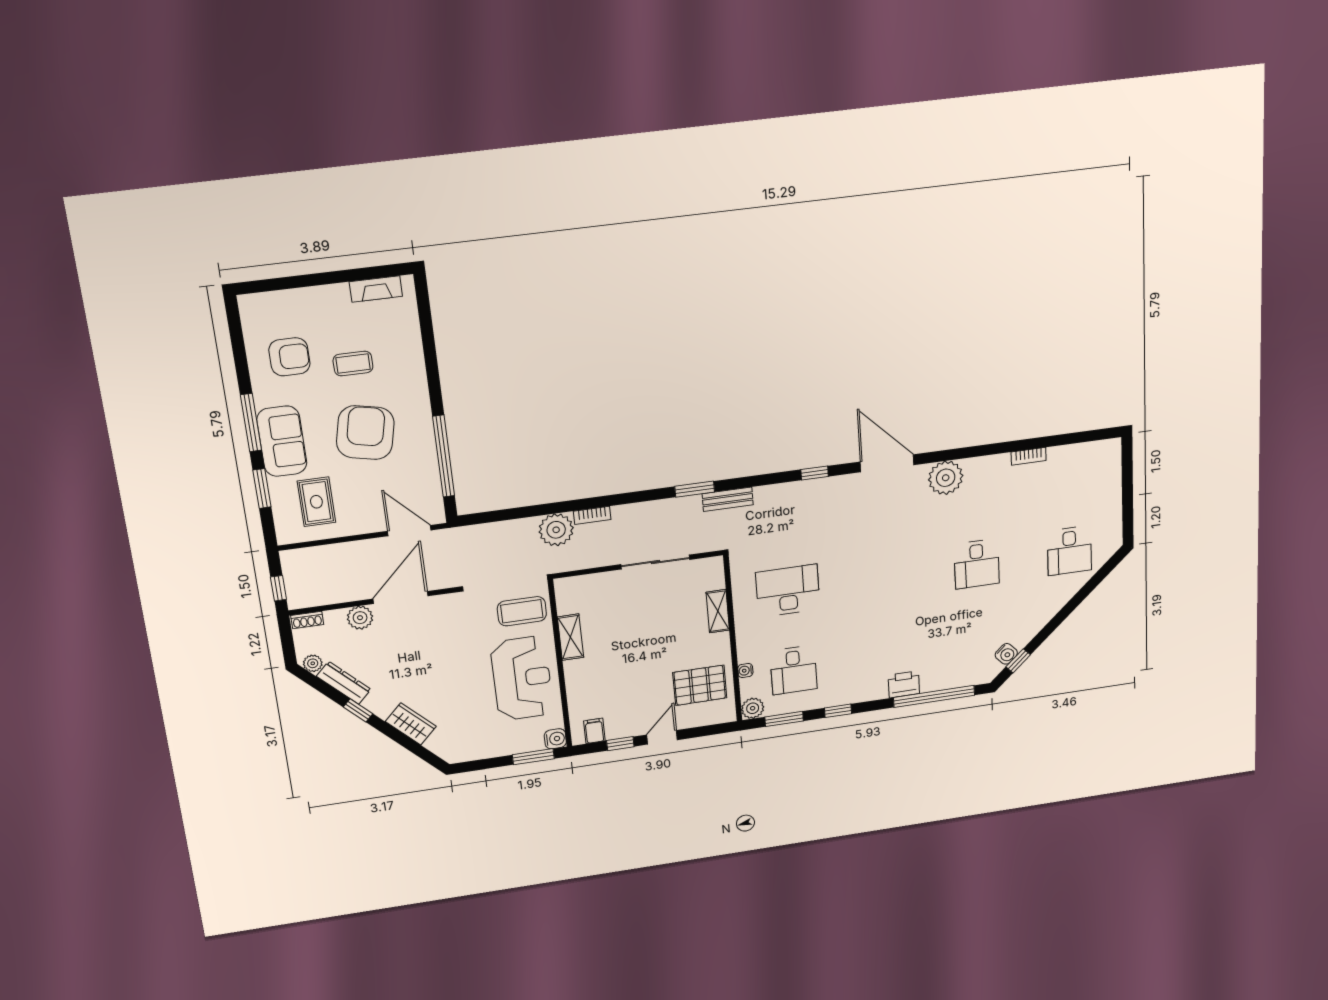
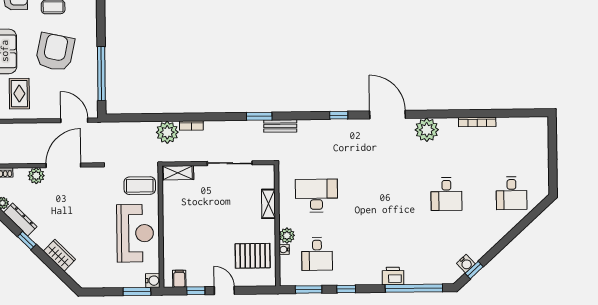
bookcase: (1029, 456) -> (477, 122), width x1.56
shelving: (570, 637) -> (178, 173), moved, turned 90
plant: (753, 708) -> (287, 236), moved
door: (662, 737) -> (224, 290), hinge flipped

